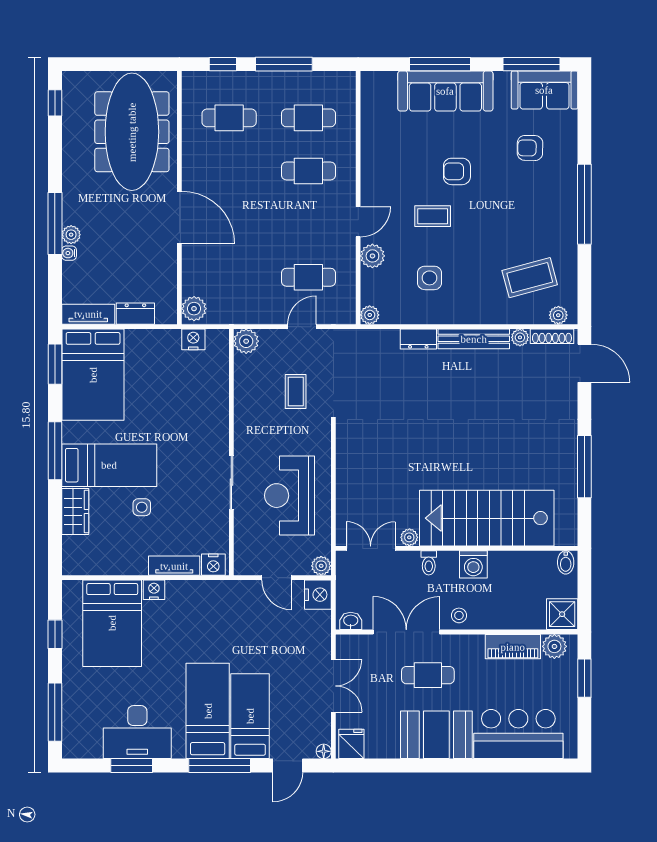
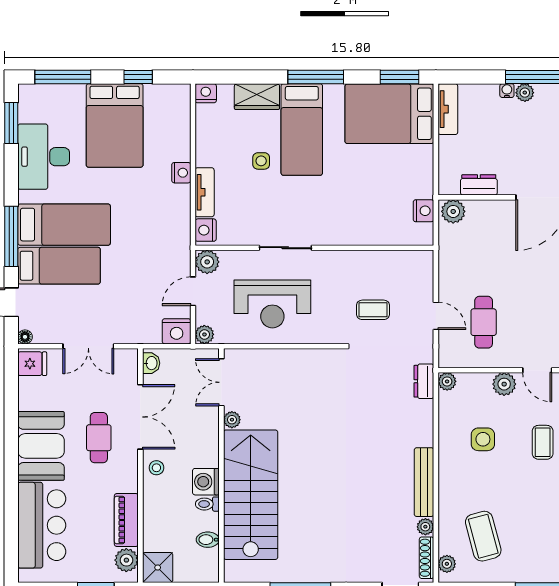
dresser: (135, 314) -> (479, 185), moved, turned -90
dresser: (418, 339) -> (424, 381), moved
plant: (246, 341) -> (207, 262), moved
reception desk: (290, 496) -> (272, 304), turned 180
double door: (371, 548) -> (221, 382), swing flipped
bidet: (566, 562) -> (208, 540), moved
toilet: (429, 563) -> (207, 504), moved
nightstand: (72, 565) -> (206, 93), added
bed: (112, 623) -> (115, 125), moved, turned -90
window: (132, 765) -> (11, 123), moved

